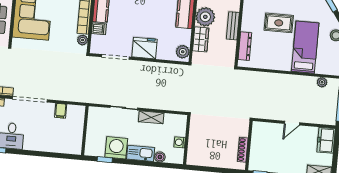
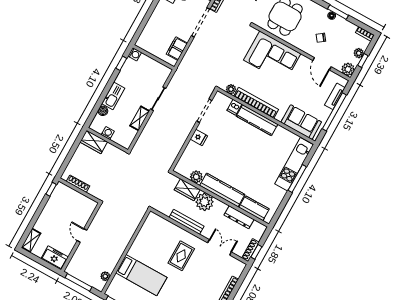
rug: (279, 23) -> (181, 256), moved
bench: (233, 26) -> (187, 222), width x1.36
dresser: (245, 46) -> (165, 224), removed
fridge: (144, 48) -> (199, 138), width x0.53, depth x0.75
plant: (183, 52) -> (196, 177), moved
filing cabinet: (61, 111) -> (177, 49), width x2.00
washing machine: (116, 148) -> (135, 54), moved, width x0.53, depth x0.53
wardrobe: (195, 152) -> (94, 142), added

